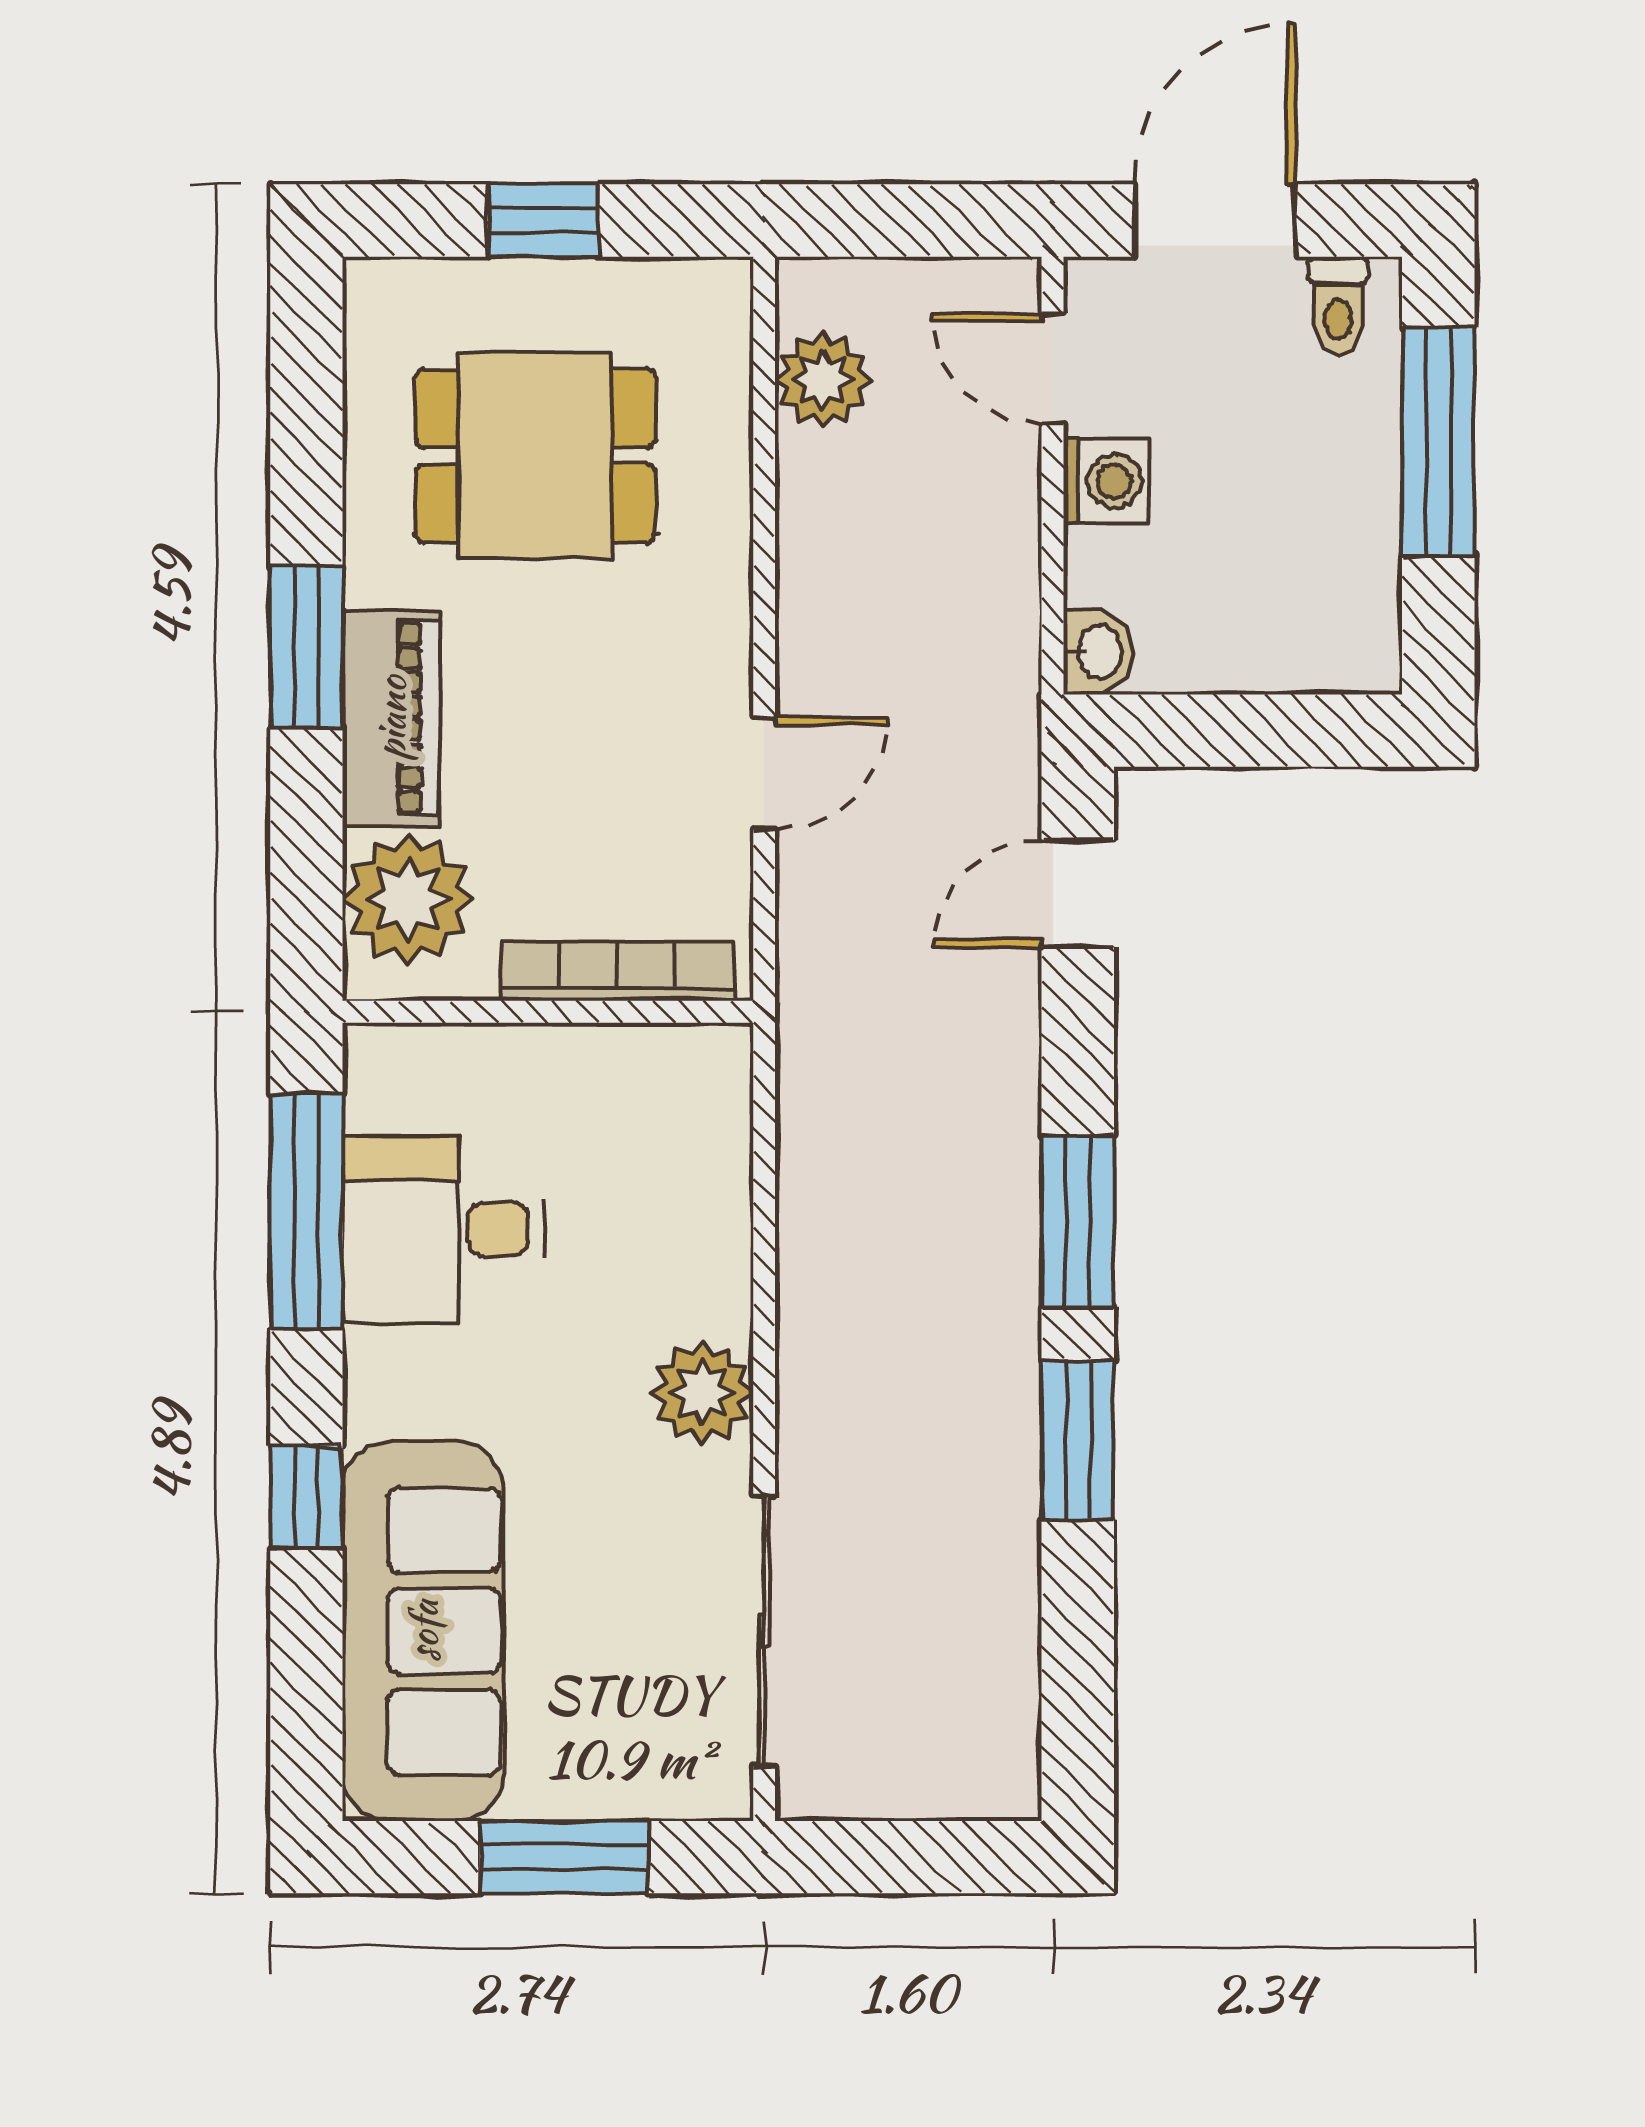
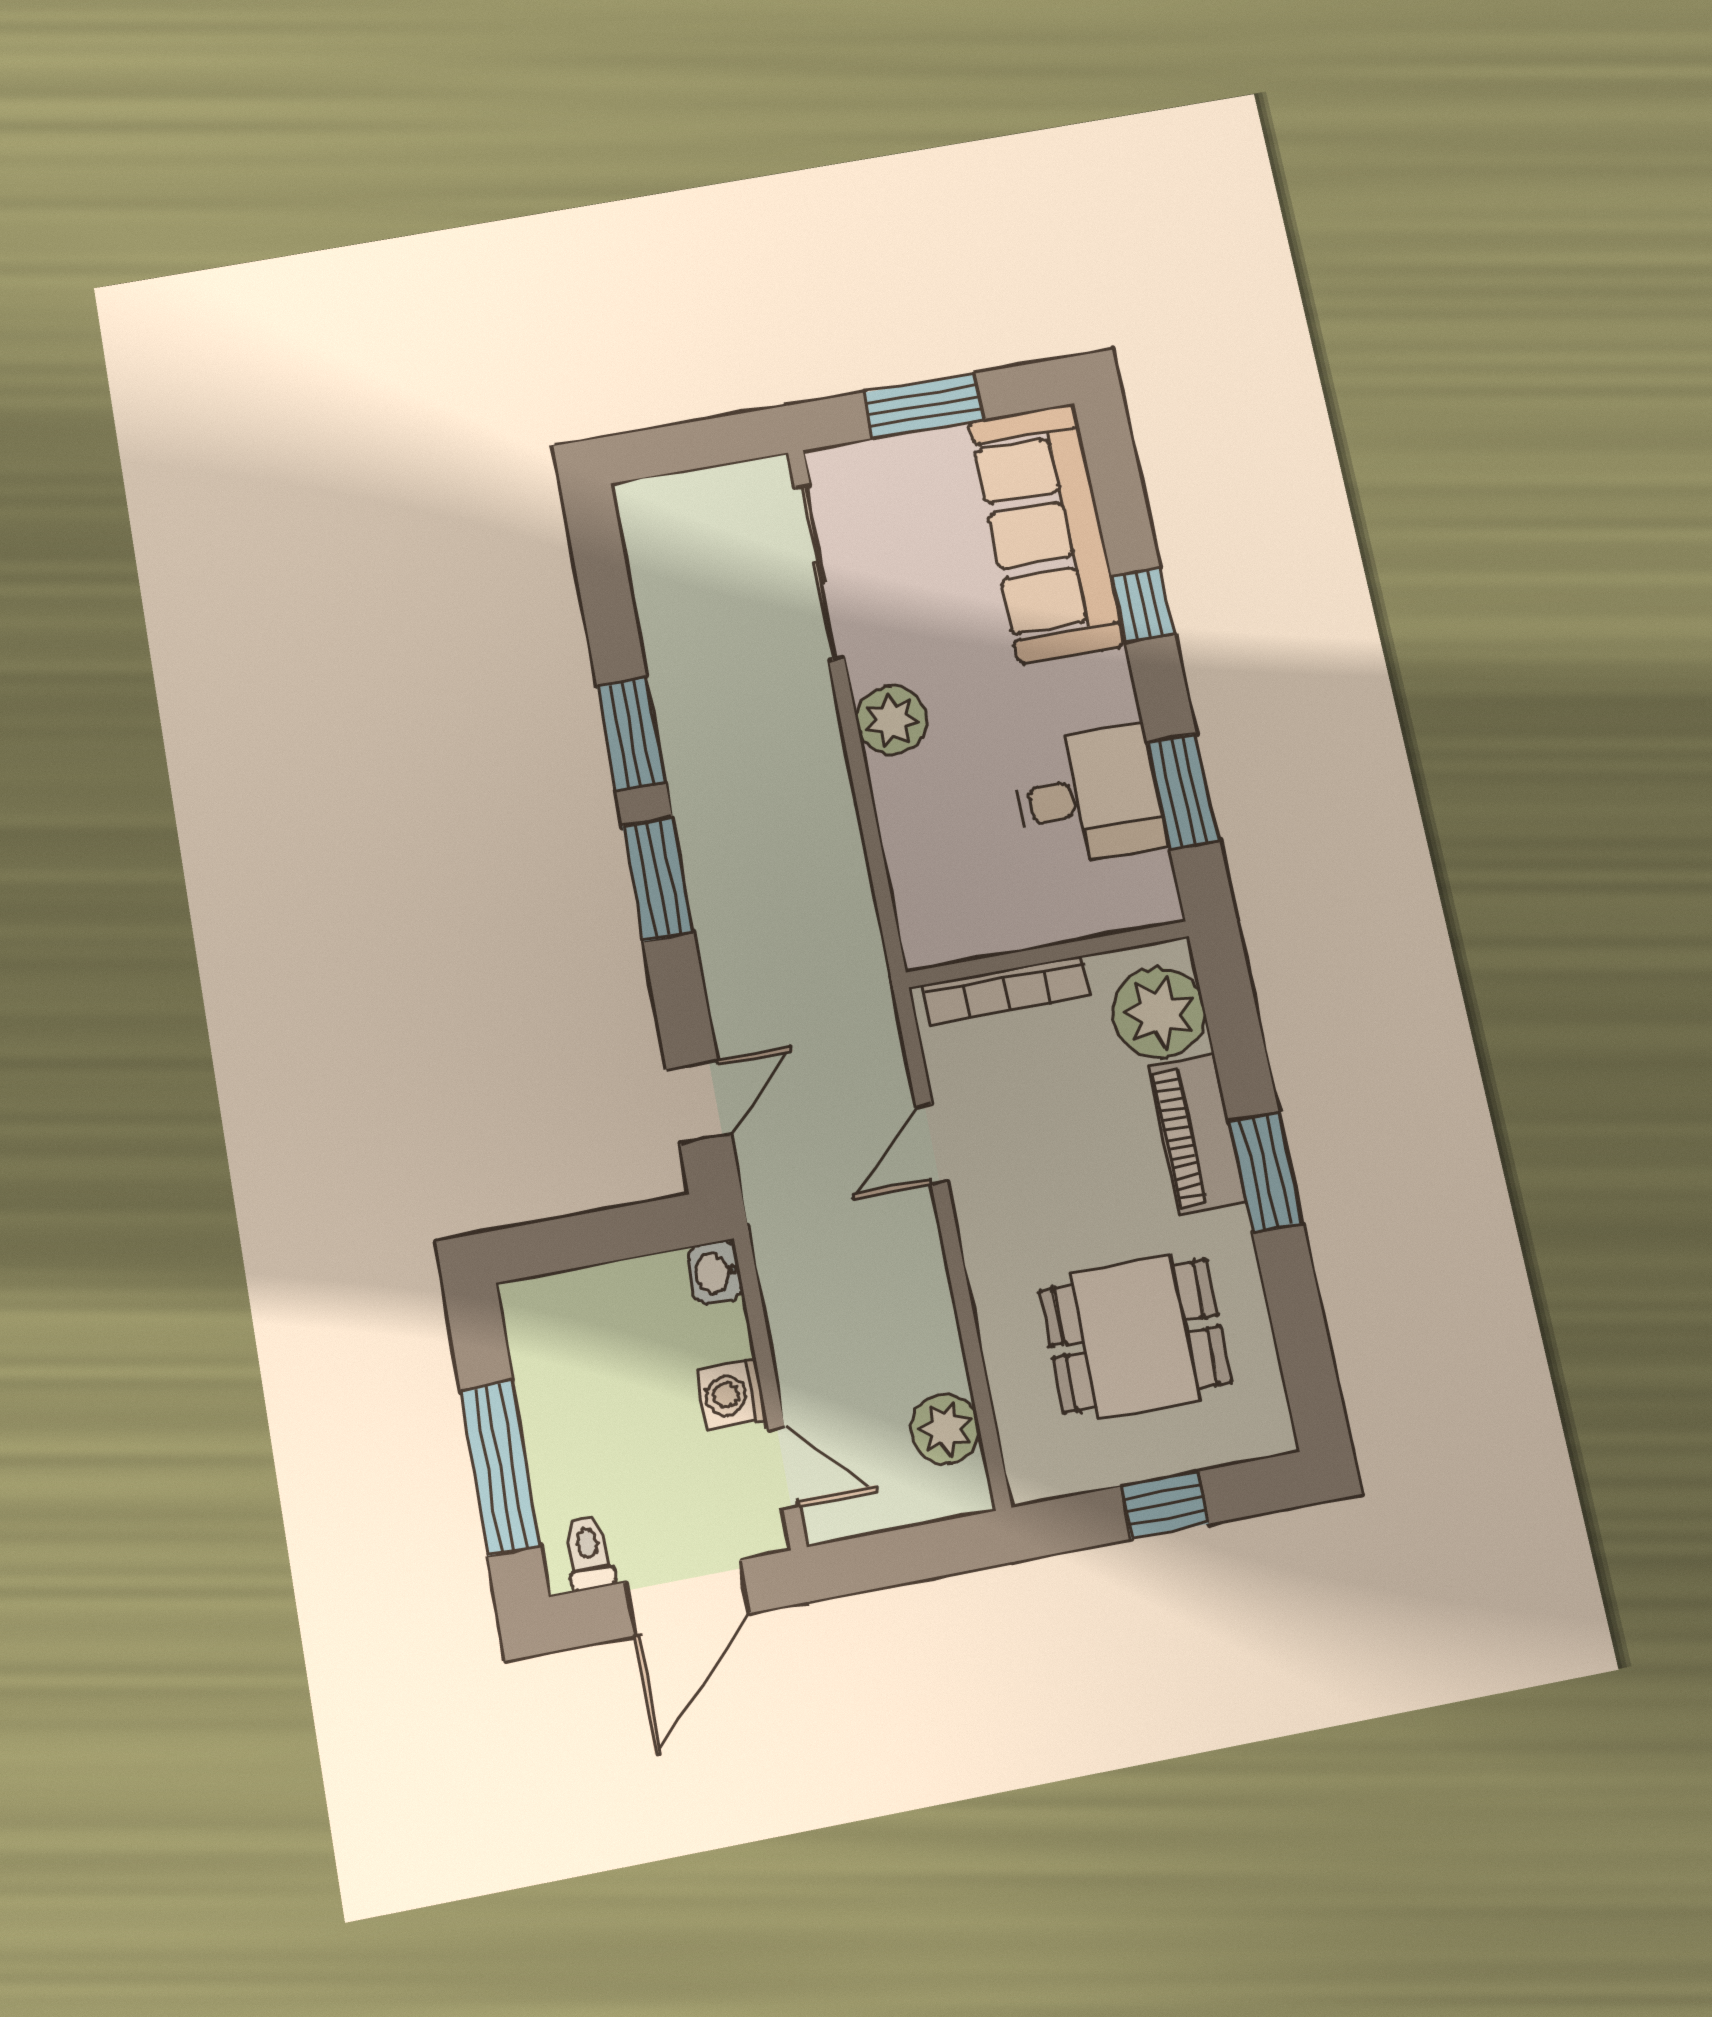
window: (306, 1211) -> (1183, 791), width x0.69

